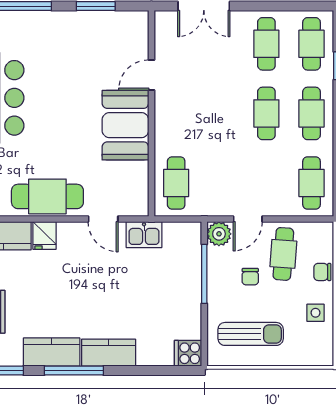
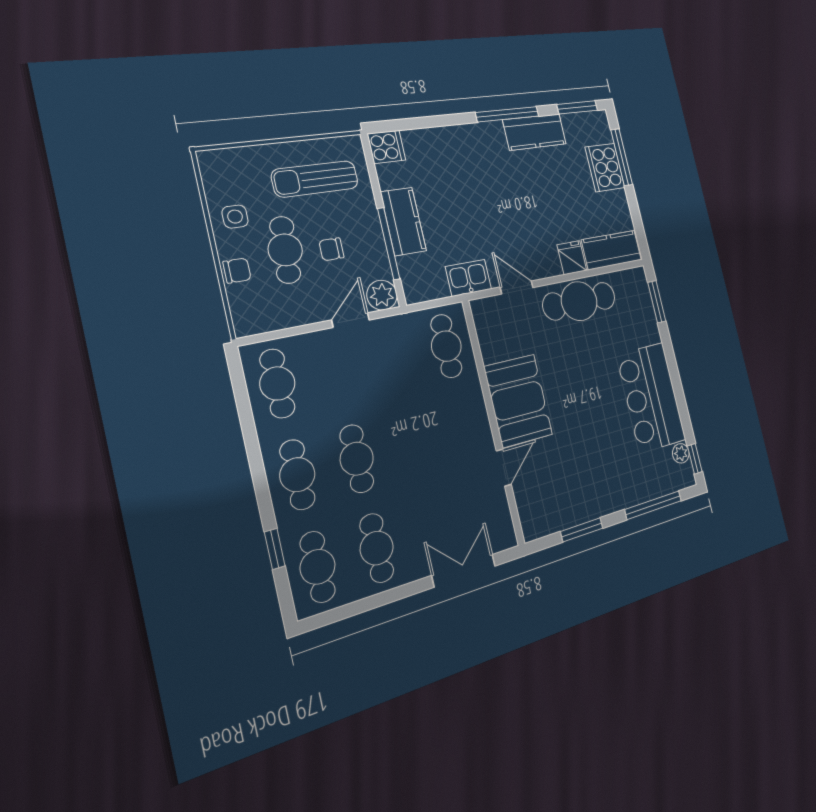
cafe table: (283, 254) -> (285, 250), moved
chair: (250, 277) -> (331, 249), turned -90
kitchen counter: (109, 353) -> (403, 221), moved, turned -90

